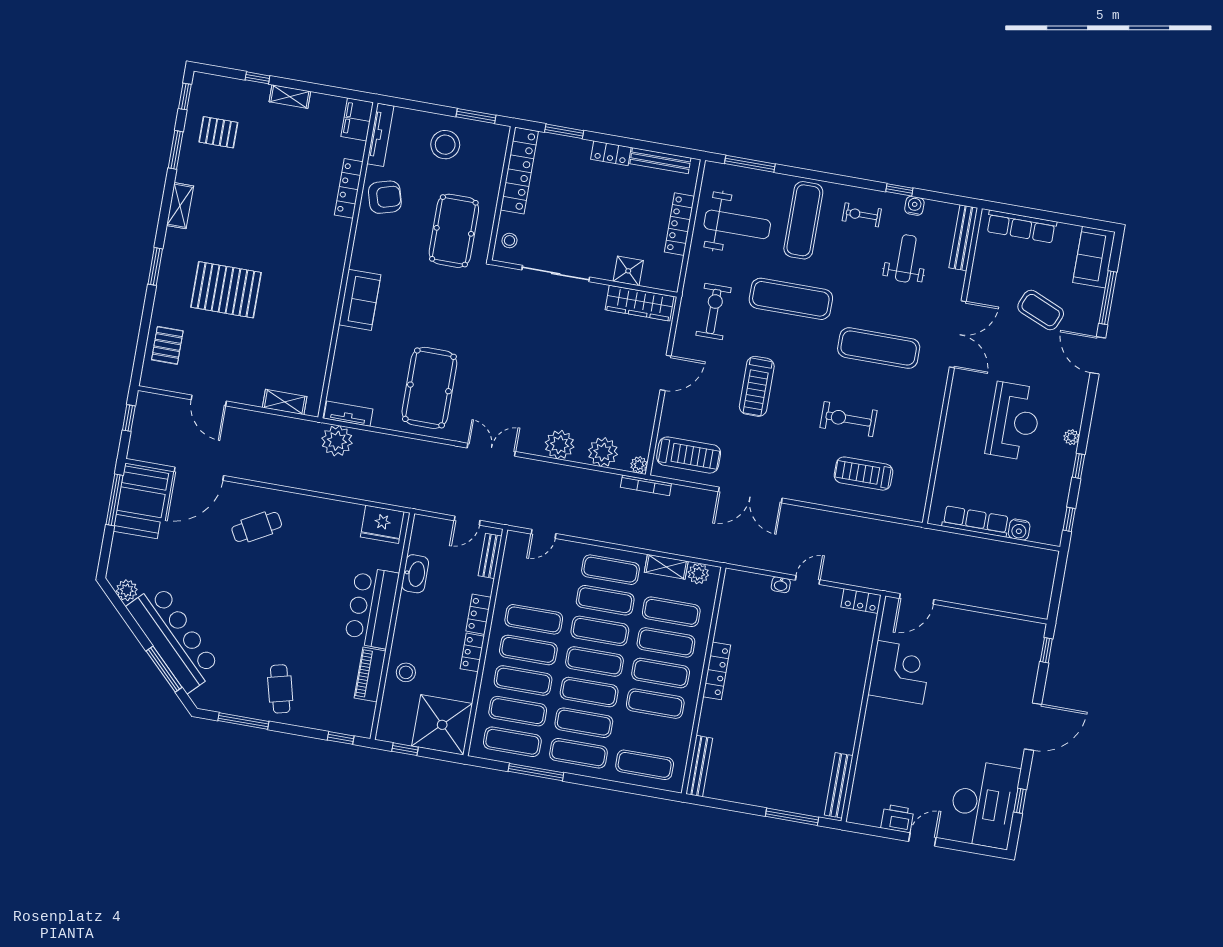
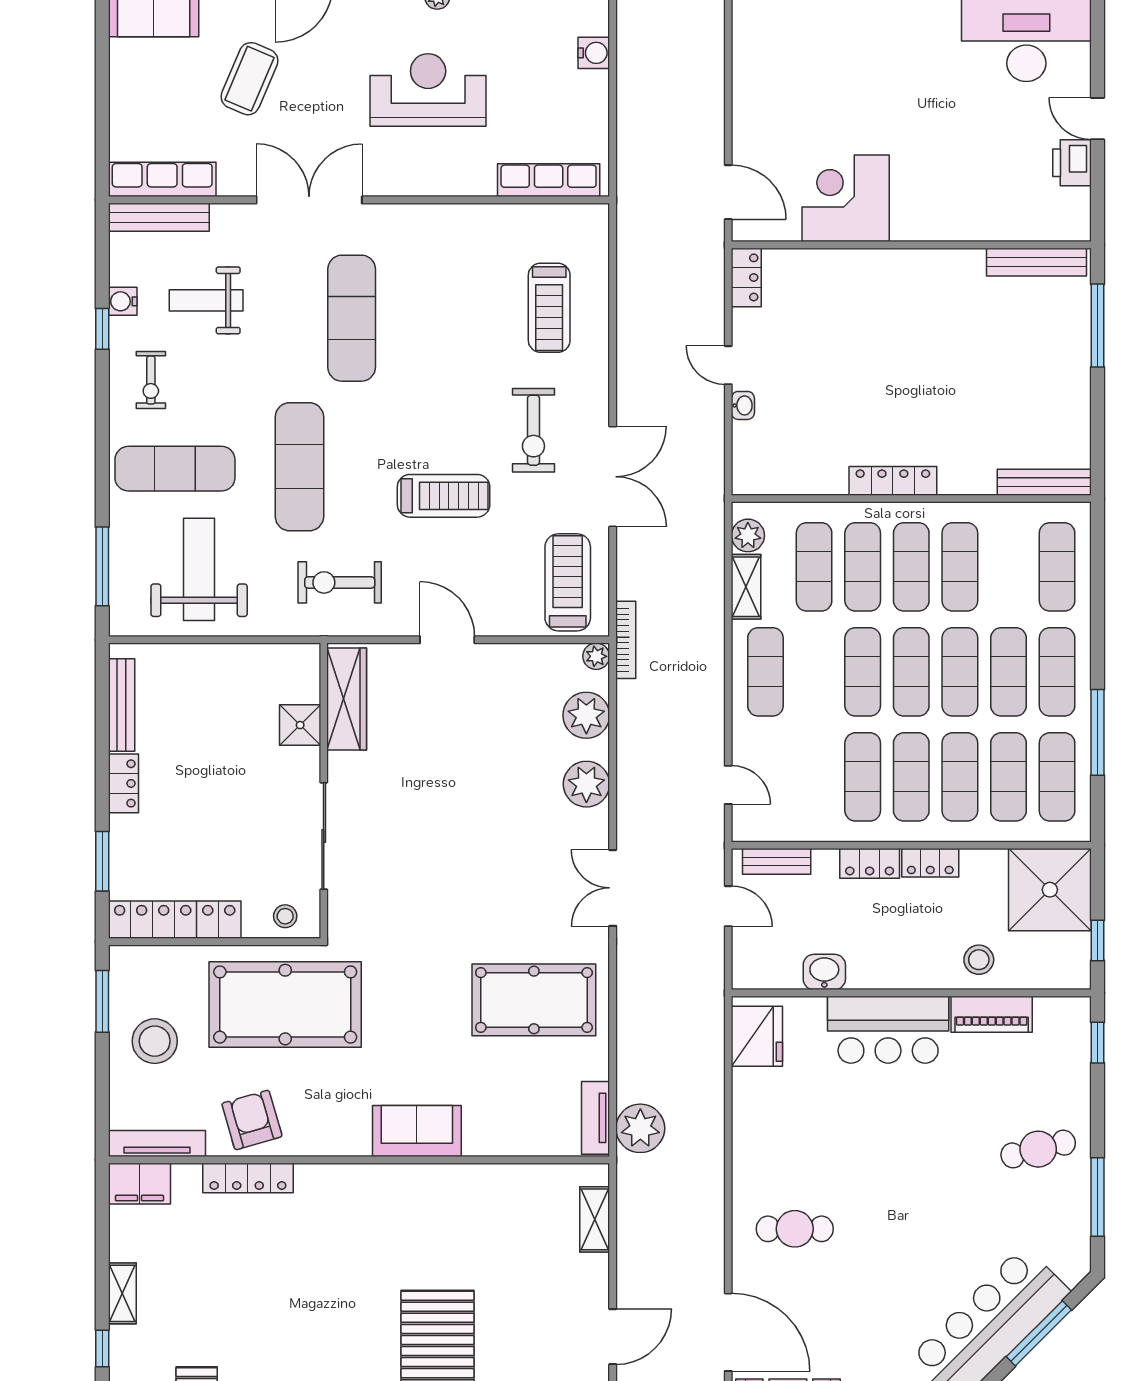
locker: (679, 224) -> (214, 659), removed
row of seats: (1021, 227) -> (162, 179), moved, turned -90
pool table: (454, 231) -> (285, 1005), width x1.36, depth x1.32
exercise bike: (848, 419) -> (533, 430), moved
row of seats: (976, 521) -> (549, 180), moved, turned 90
cafe table: (257, 527) -> (795, 1229), turned -61
washbasin: (415, 574) -> (824, 972), width x0.72
exercise mat: (605, 600) -> (814, 672), removed

